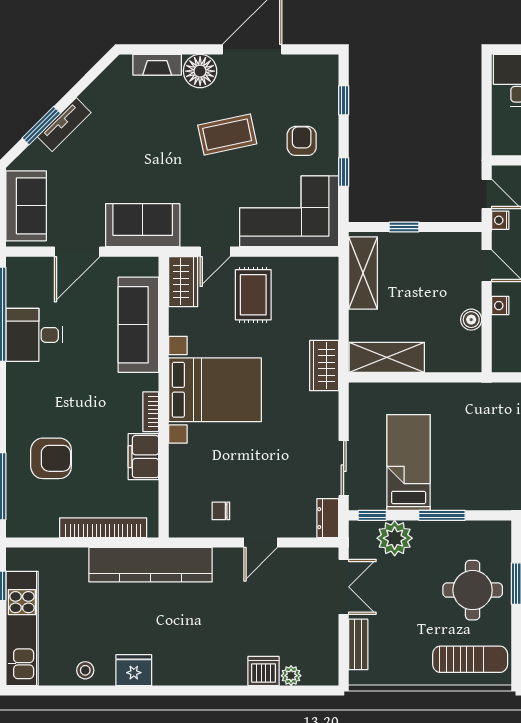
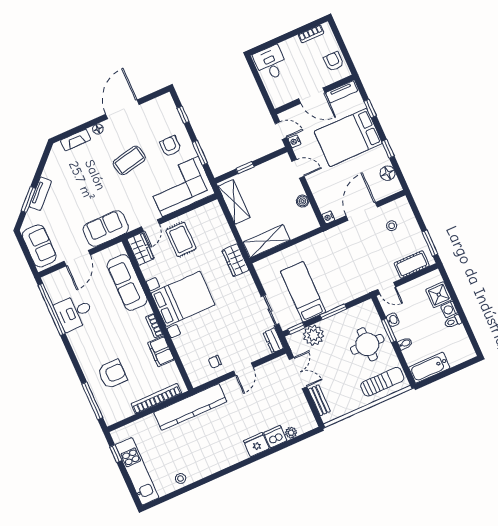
floor lamp: (200, 71) -> (98, 129), width x0.53, depth x0.53
window: (344, 172) -> (200, 153), width x1.50
nightstand: (500, 306) -> (328, 217), moved
fridge: (134, 670) -> (256, 445), moved

